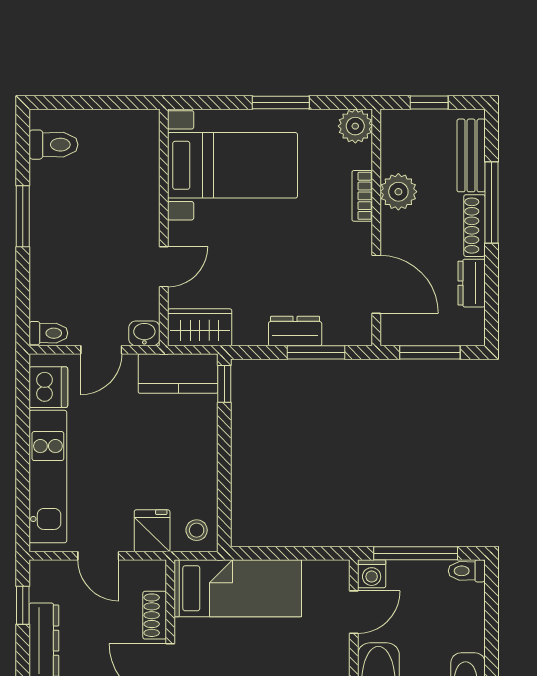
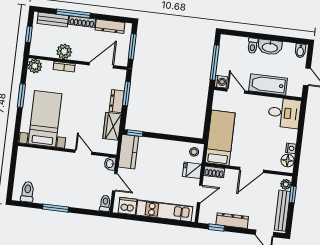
dresser: (472, 283) -> (110, 26), width x1.44
wardrobe: (200, 327) -> (112, 126), moved
toilet: (467, 571) -> (253, 46), moved
shoe rack: (155, 615) -> (214, 172), moved

